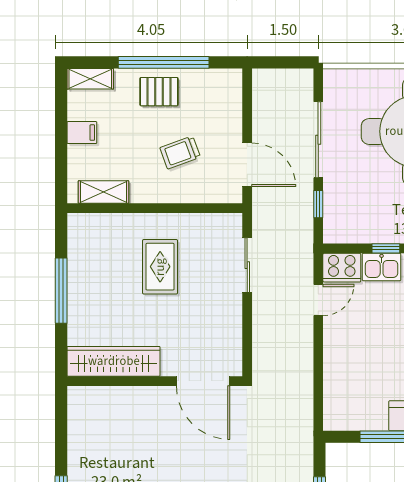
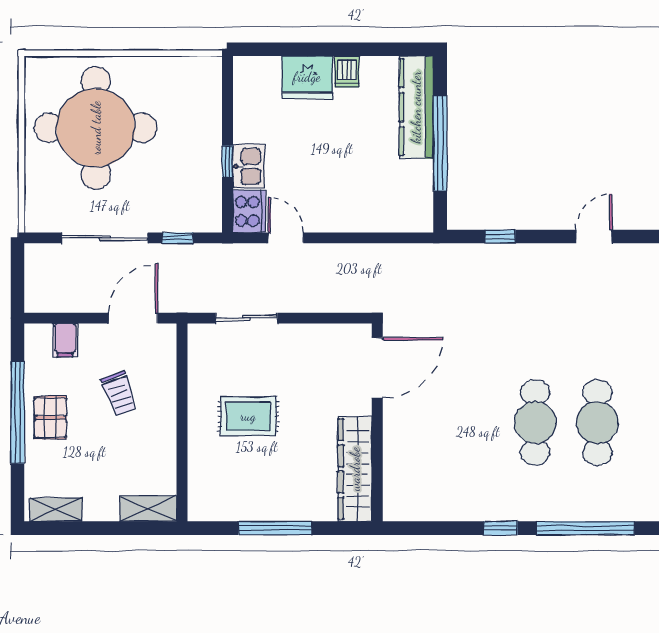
shelving: (90, 79) -> (56, 510), moved, turned 90
filing cabinet: (82, 133) -> (65, 340), moved, turned 180
shelving: (103, 192) -> (148, 509), moved, turned 90

